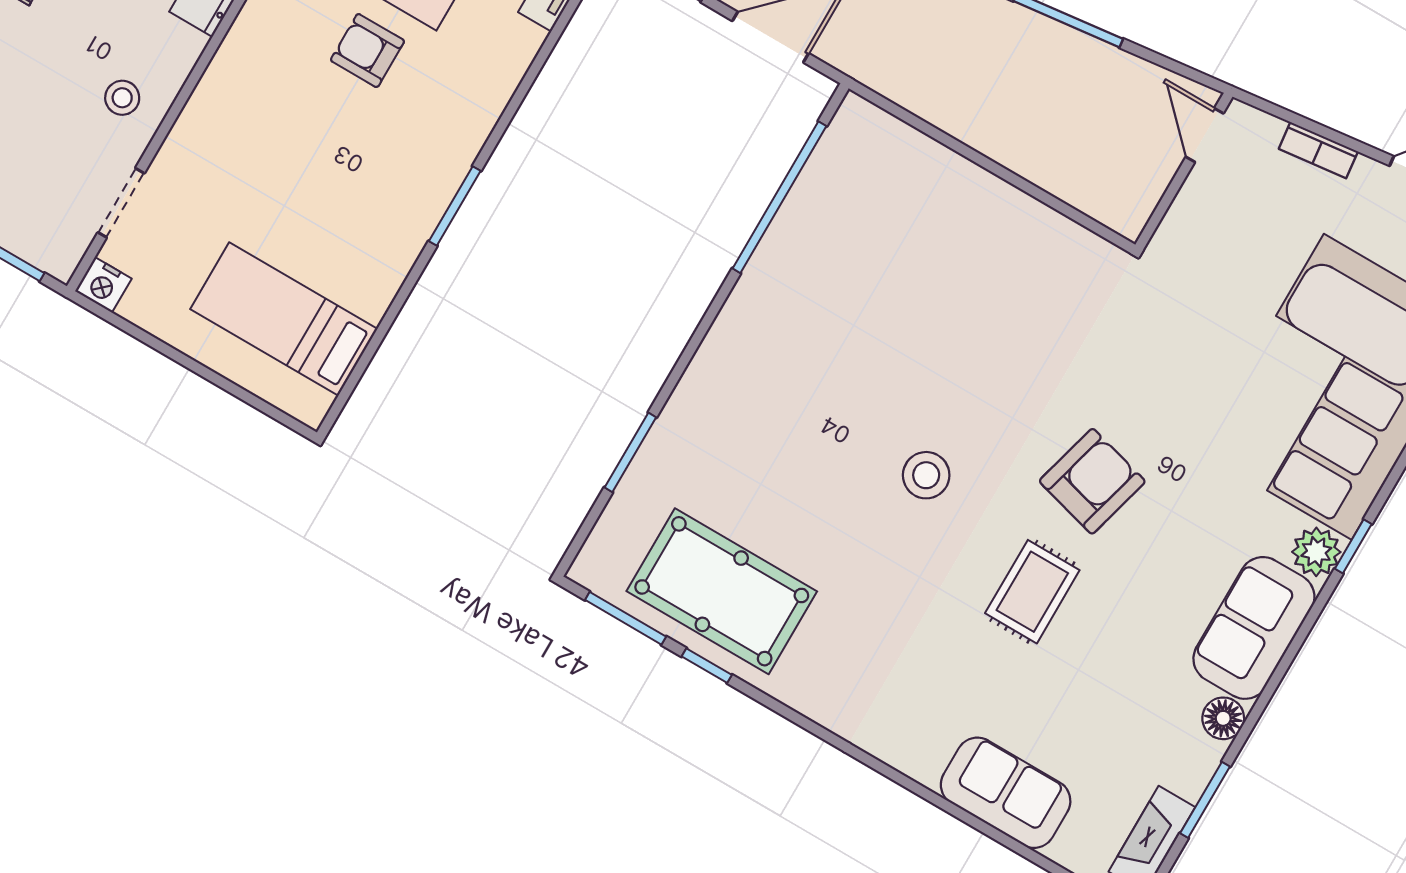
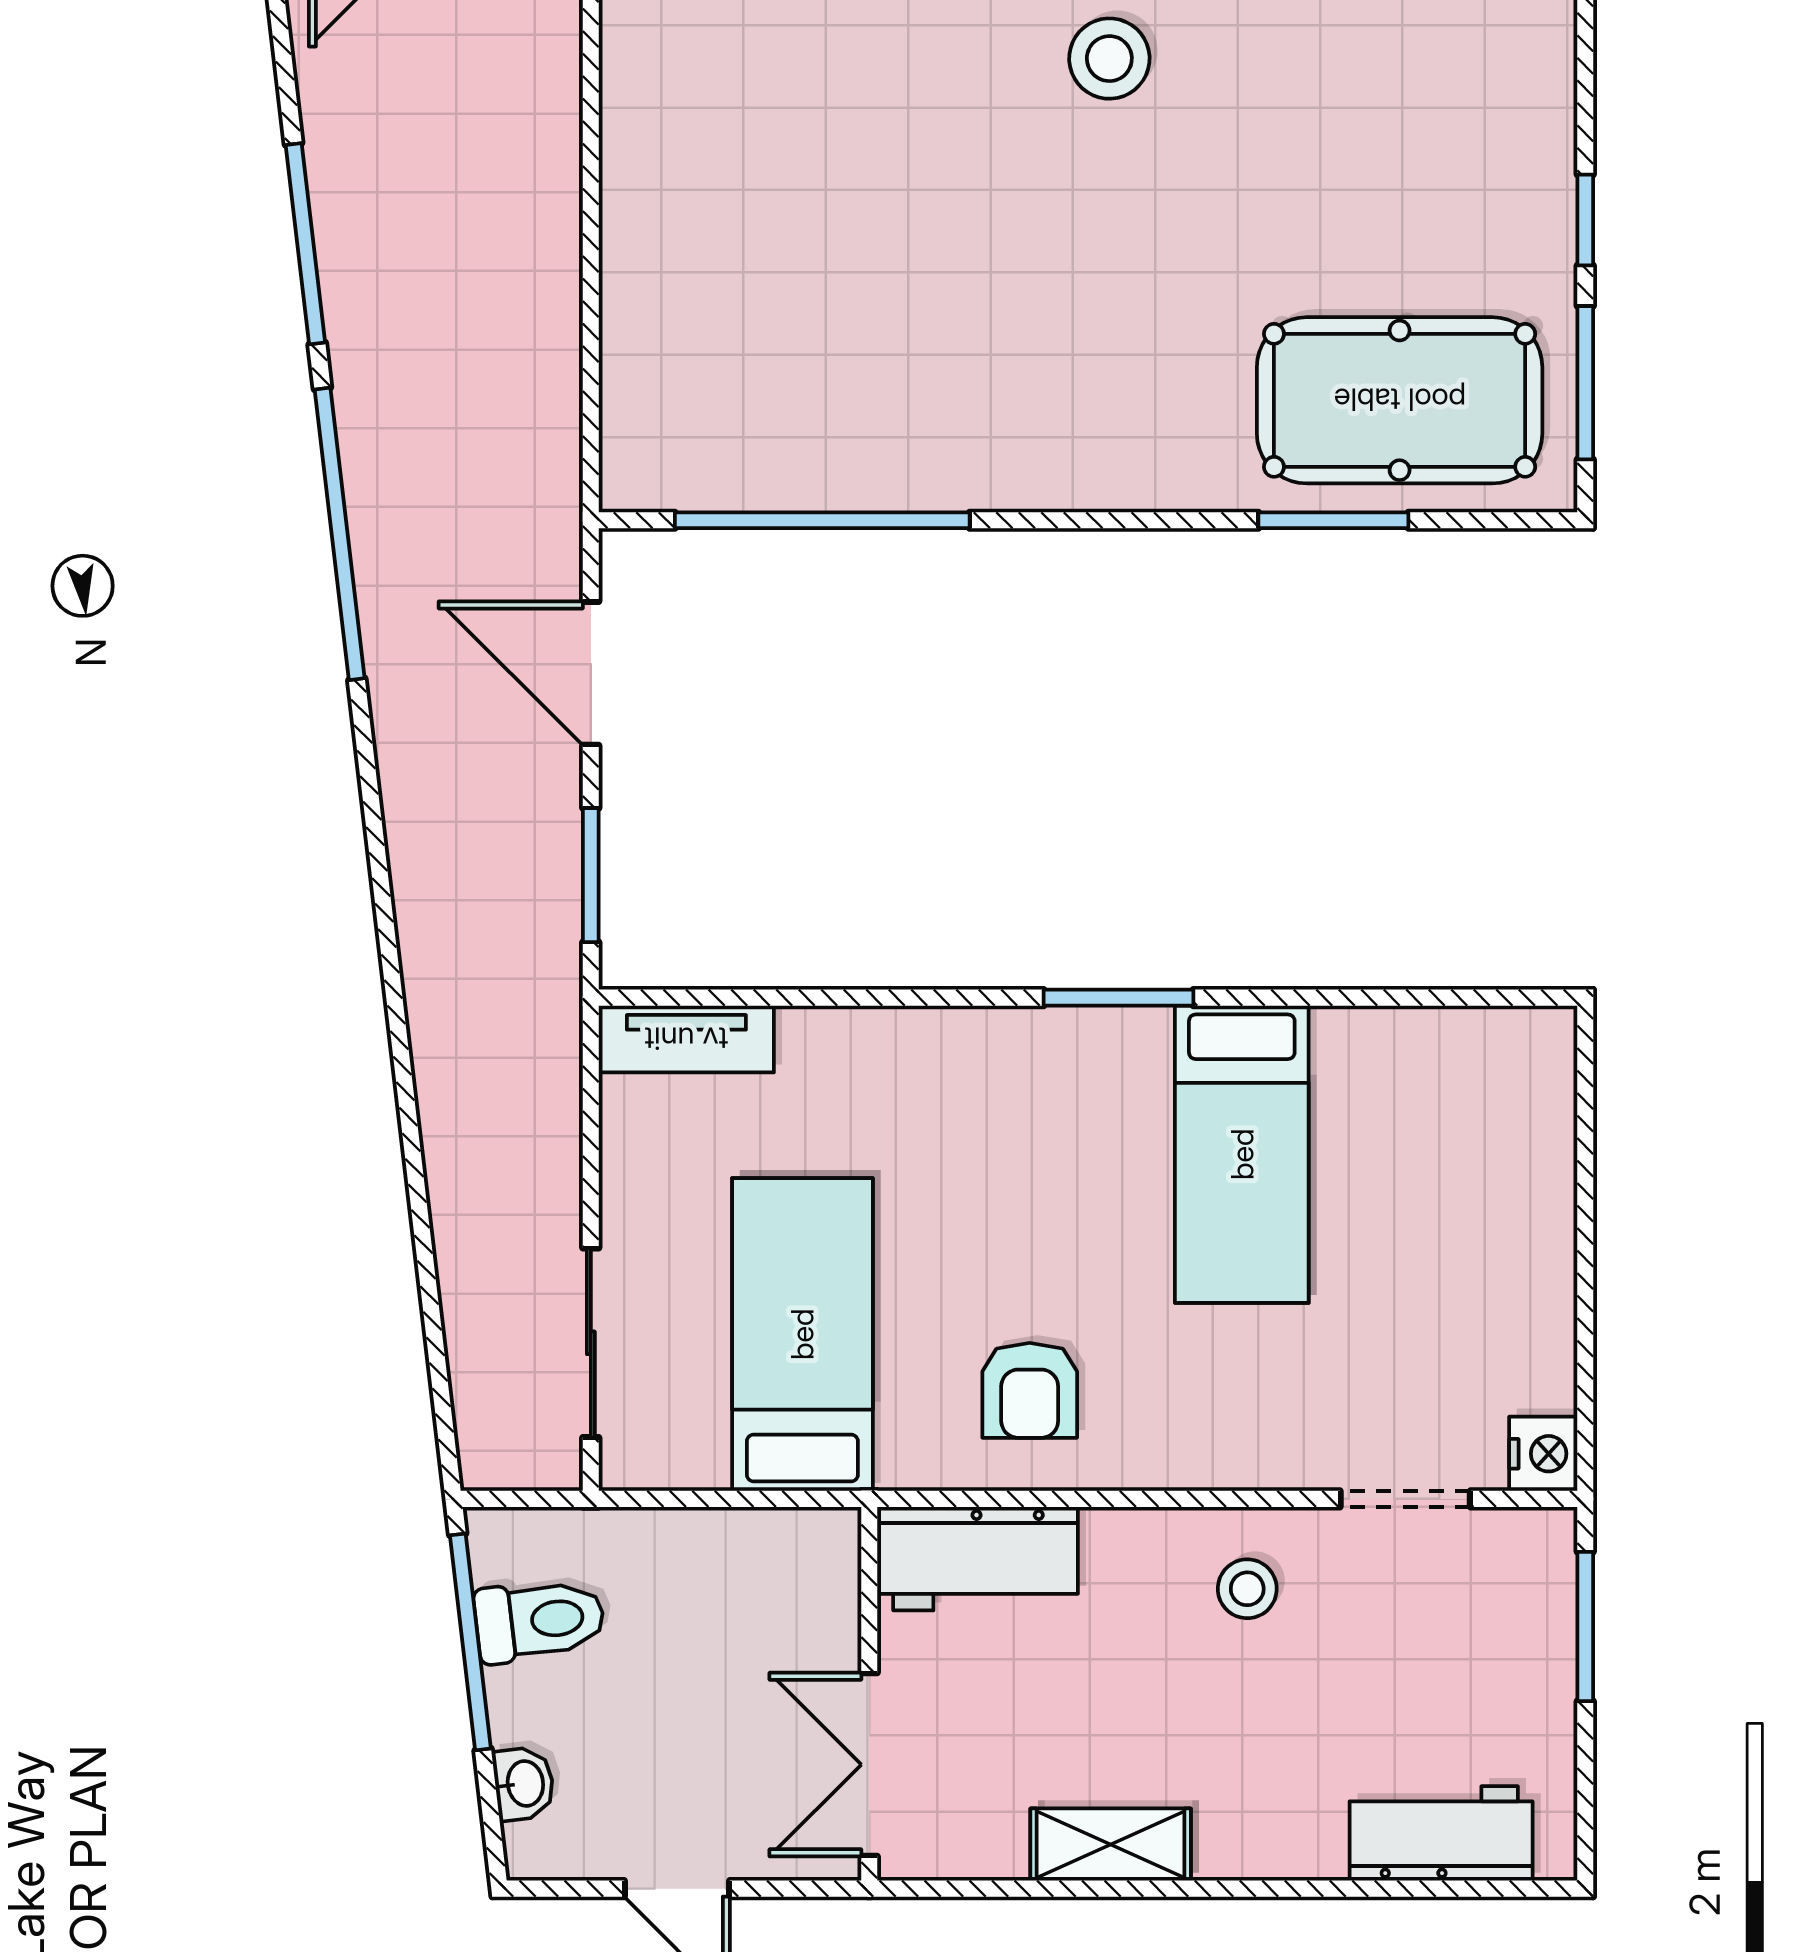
armchair: (367, 51) -> (1030, 1390), moved
bed: (284, 319) -> (1242, 1154), moved
pool table: (722, 591) -> (1400, 400), moved, turned 90

